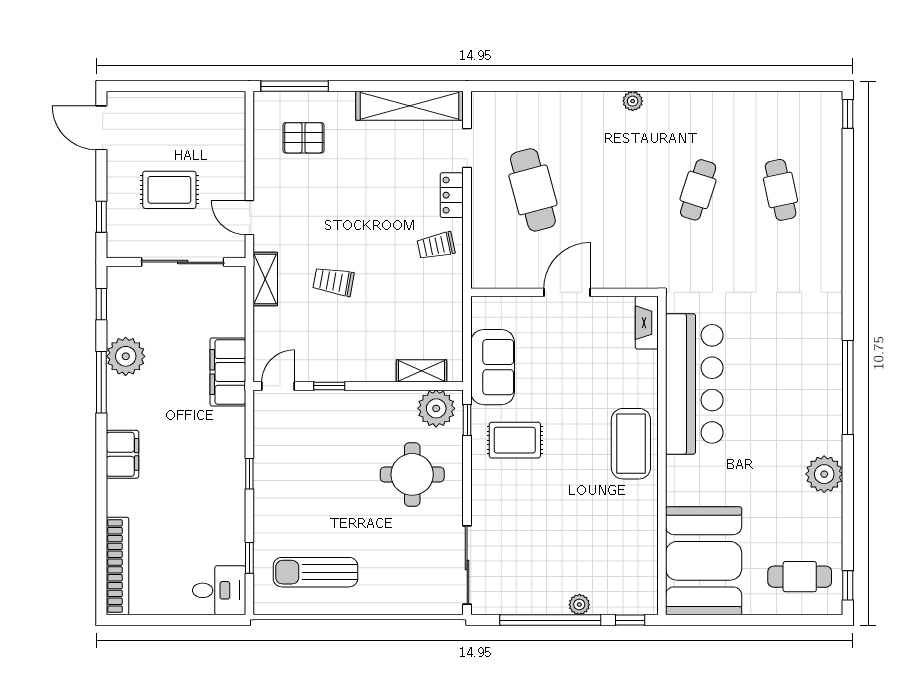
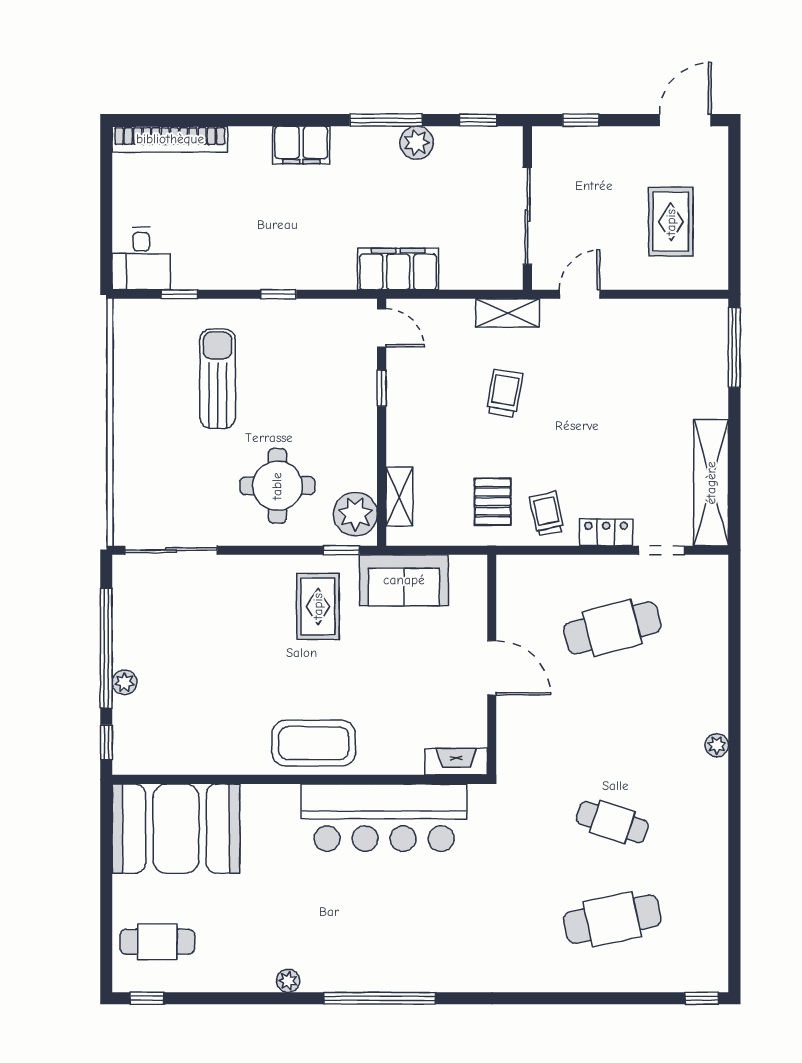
pallet: (303, 138) -> (493, 502), moved
rug: (169, 190) -> (671, 222), moved
cafe table: (781, 190) -> (612, 919), width x1.37, depth x1.35
plant: (126, 356) -> (417, 143), width x0.73, depth x0.73
plant: (824, 474) -> (288, 981), width x0.53, depth x0.53
sun lounger: (315, 572) -> (218, 379), moved
cafe table: (800, 577) -> (157, 942), turned 90

